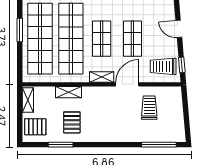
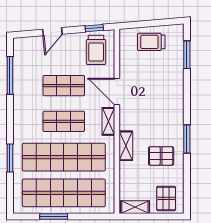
shelving: (68, 92) -> (126, 146), moved
trolley: (149, 108) -> (151, 42), moved
window: (61, 145) -> (187, 139), moved
window: (159, 145) -> (187, 55), width x0.69

